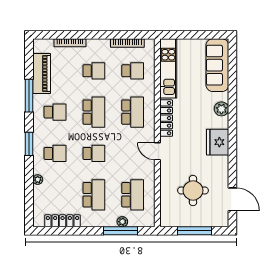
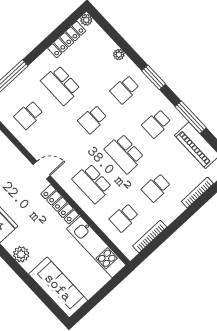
school desk: (133, 195) -> (29, 115), width x0.54
plant: (122, 222) -> (86, 20), moved

